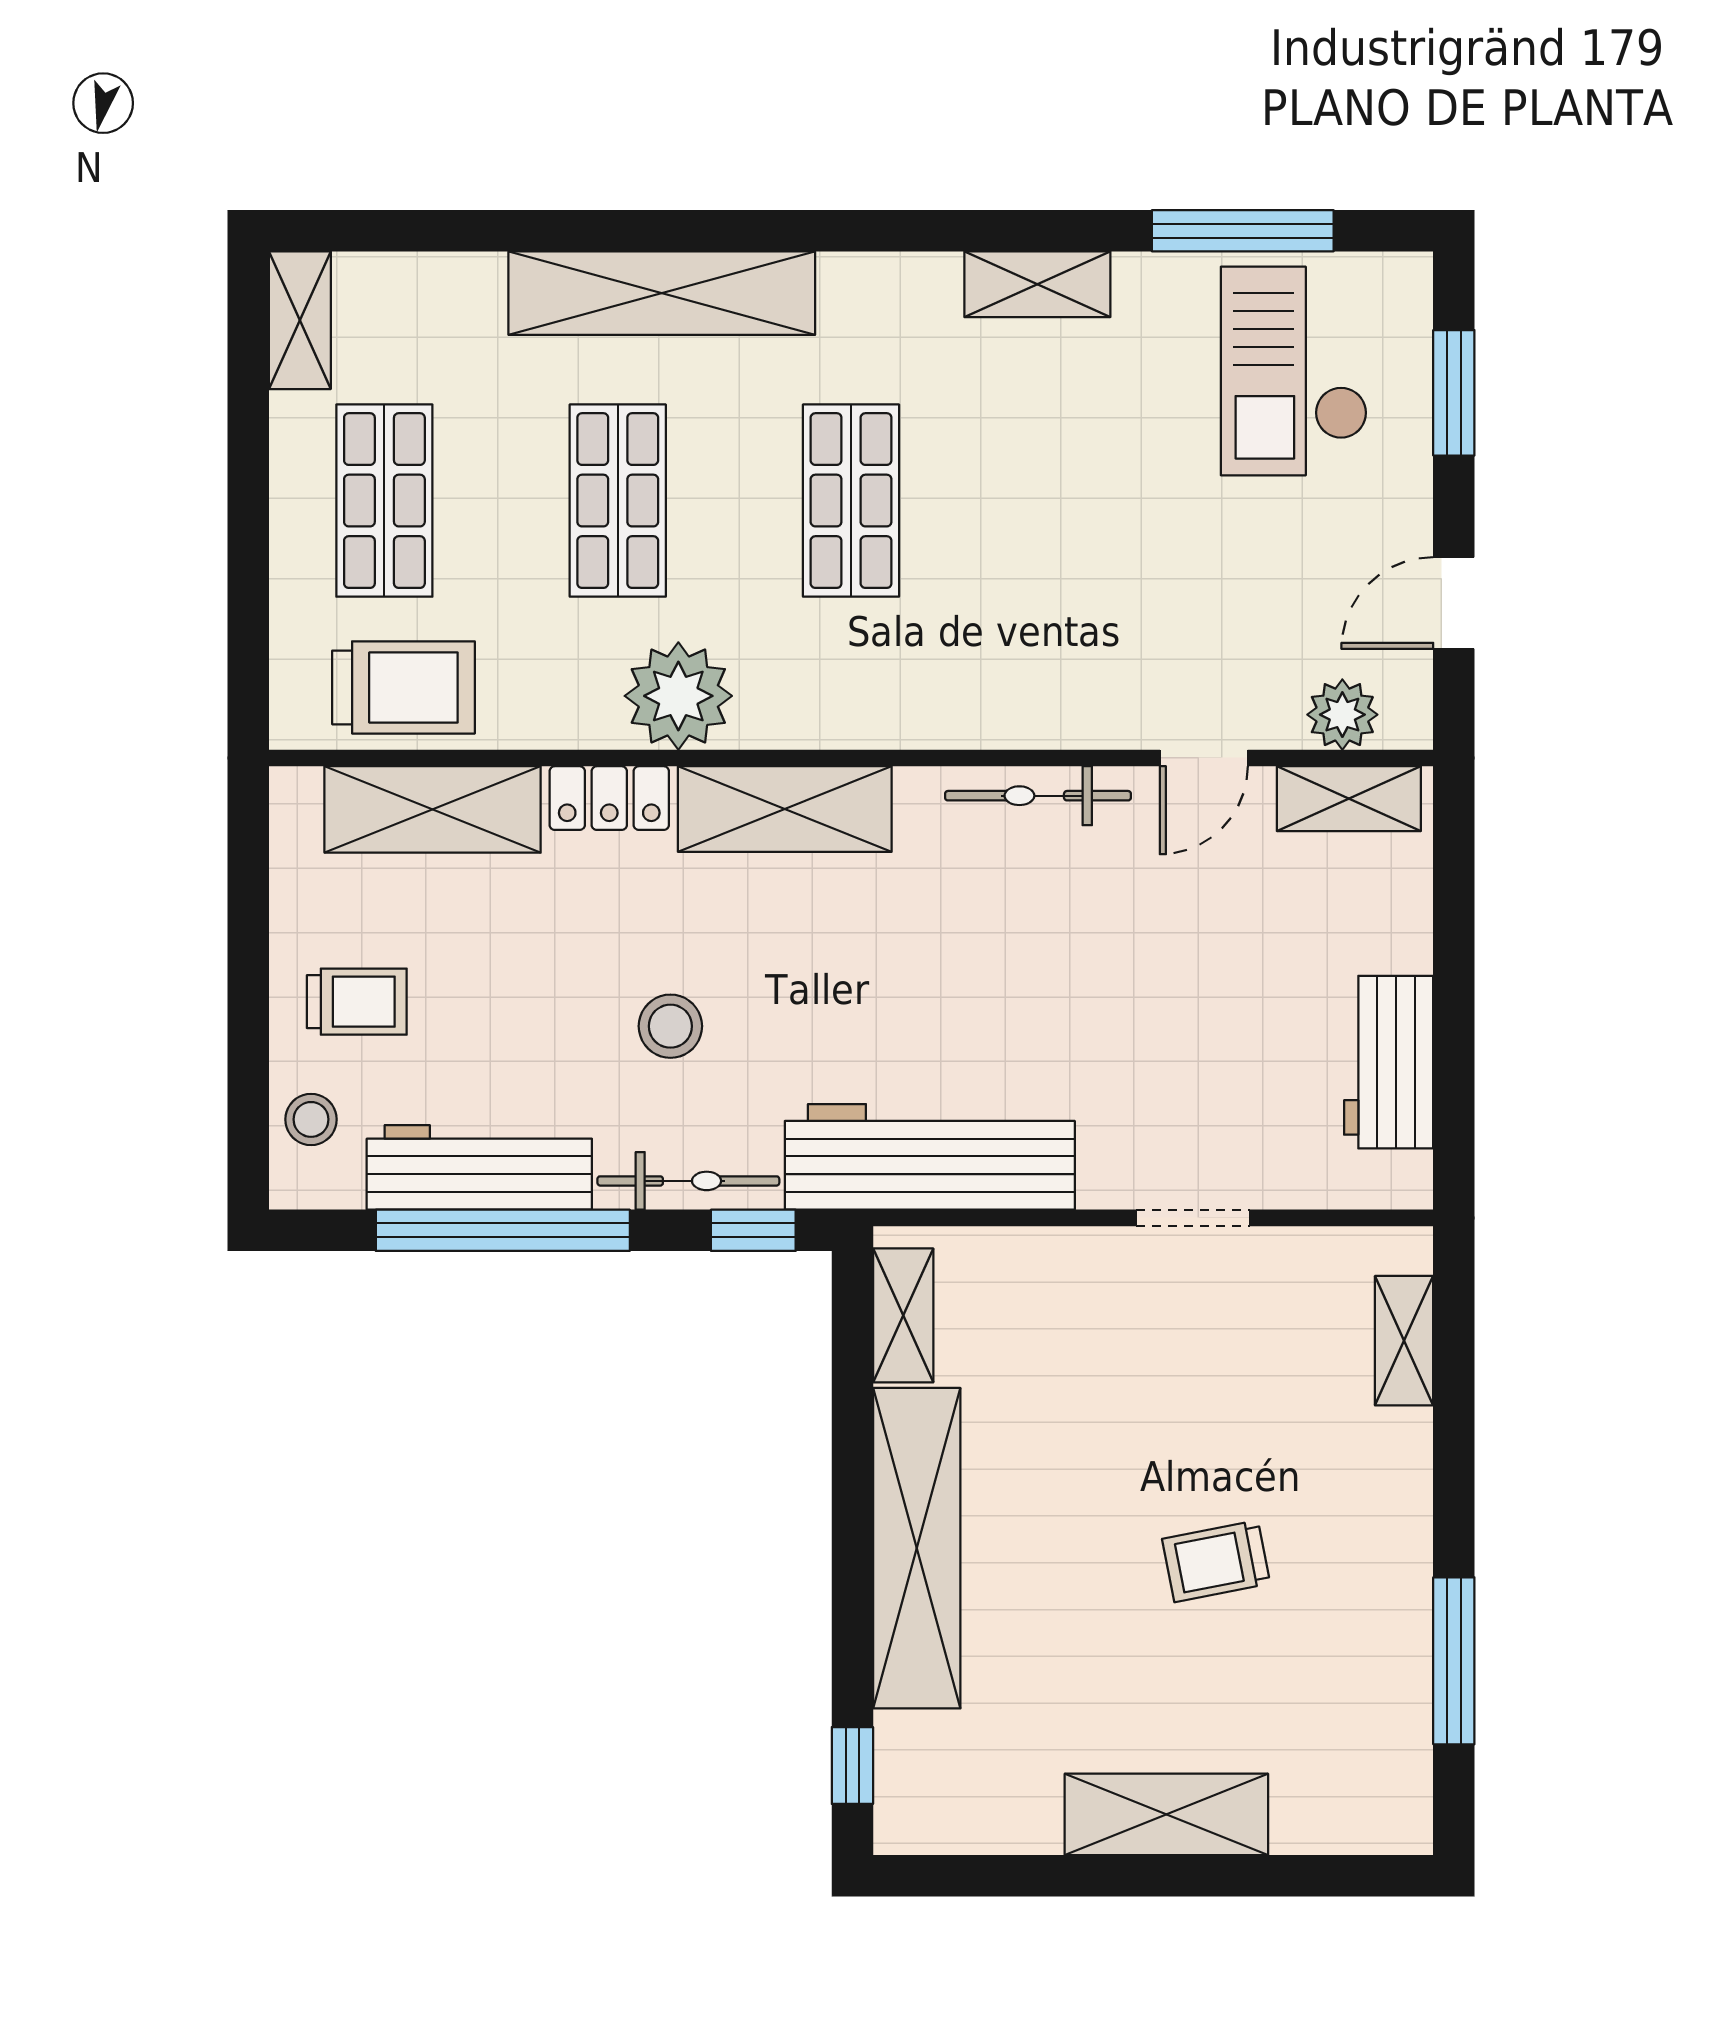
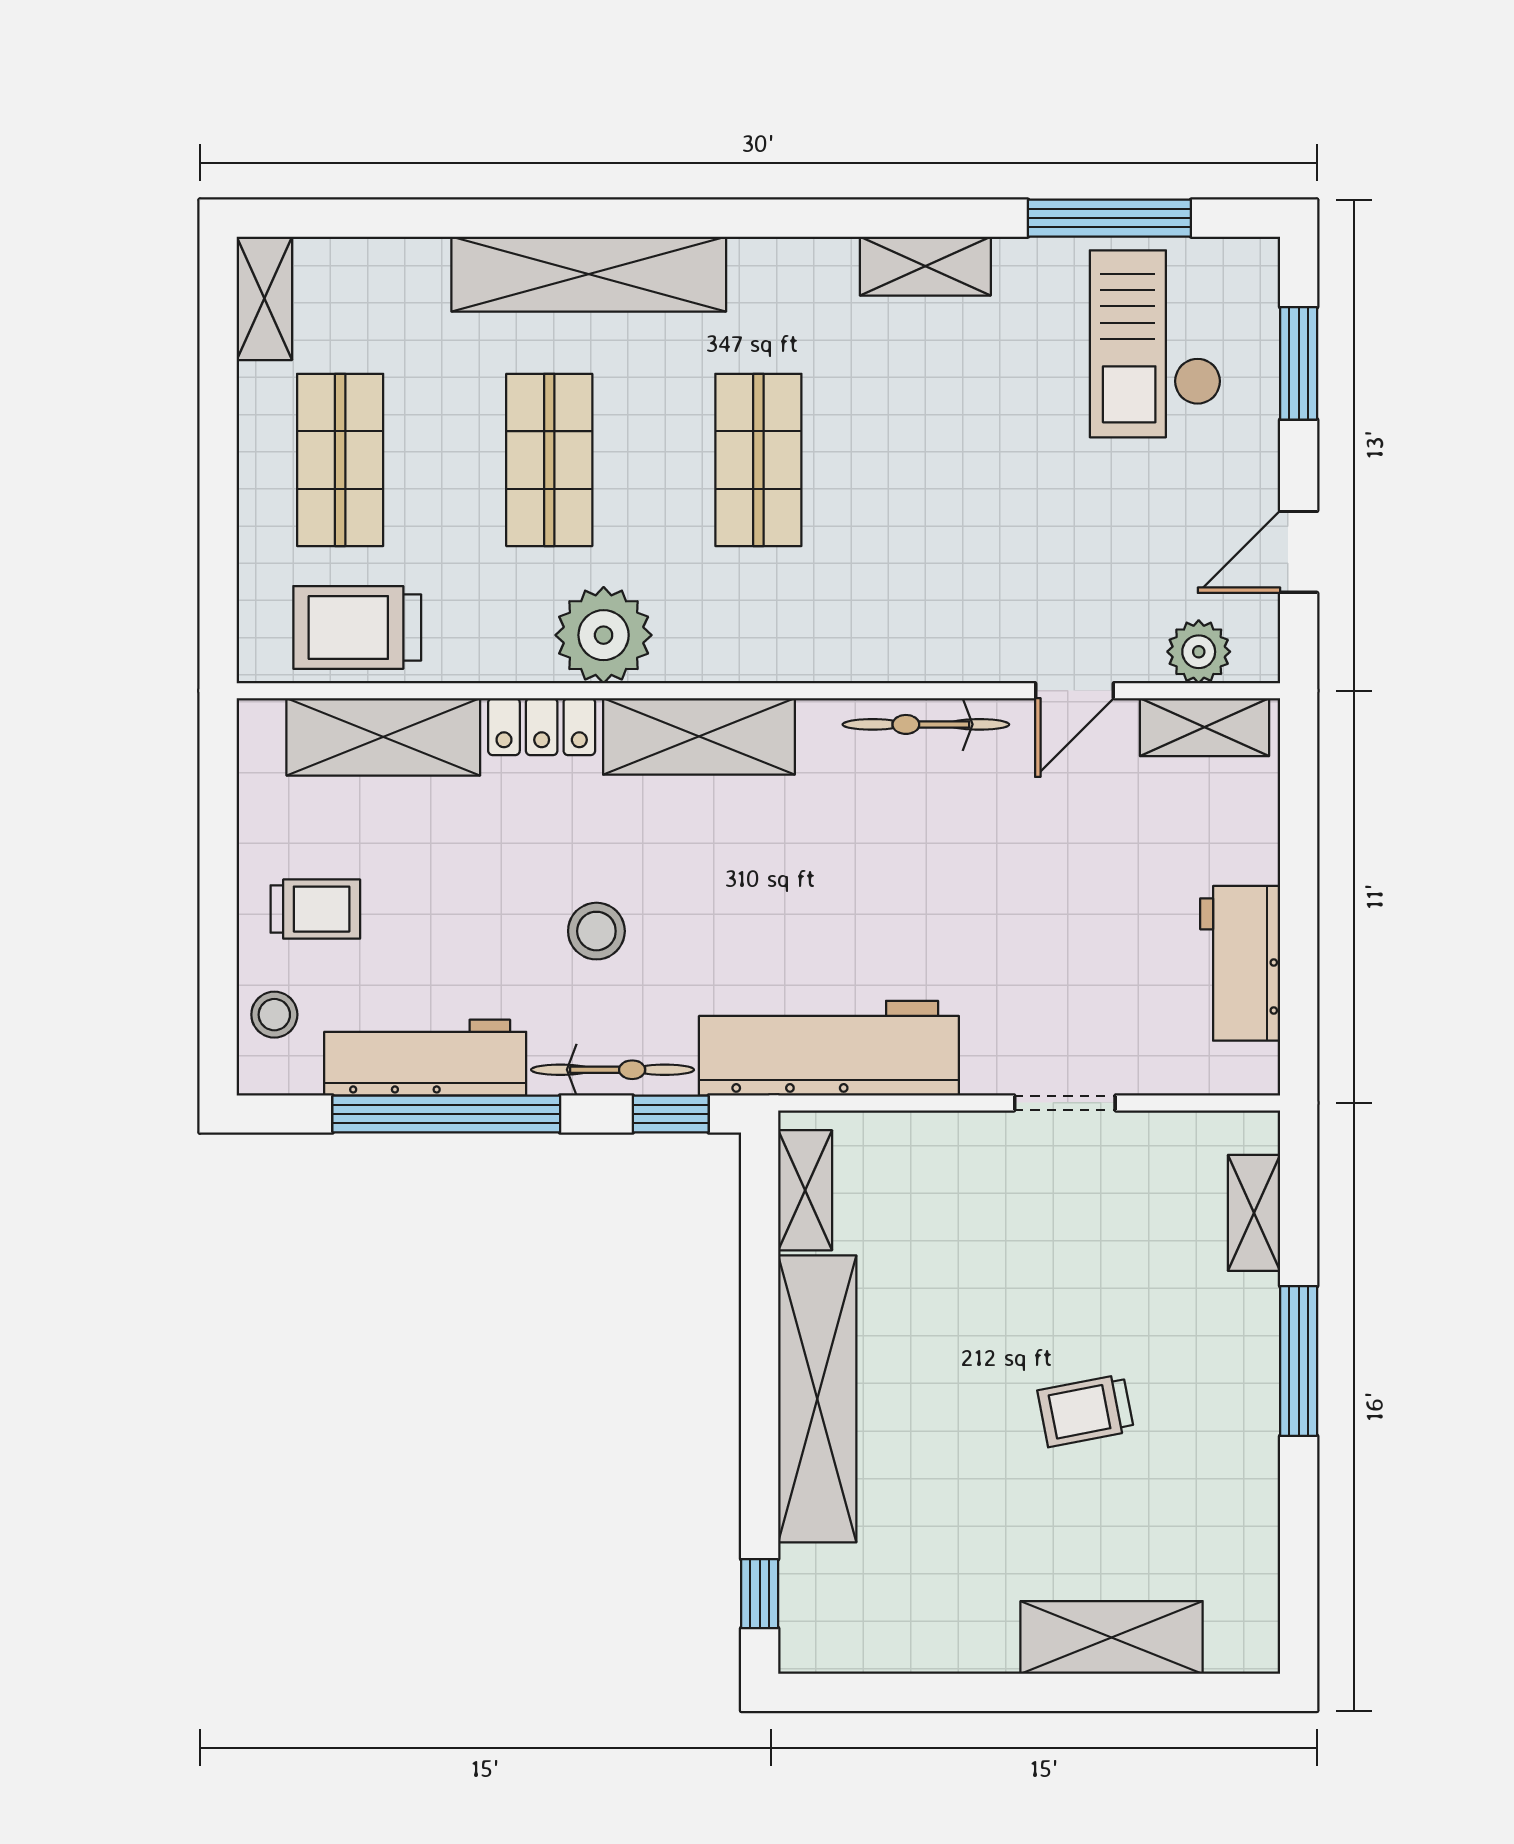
trolley: (403, 687) -> (357, 627), turned 180
window: (1454, 1661) -> (1299, 1361), moved
shelving: (1166, 1814) -> (1112, 1637), moved

